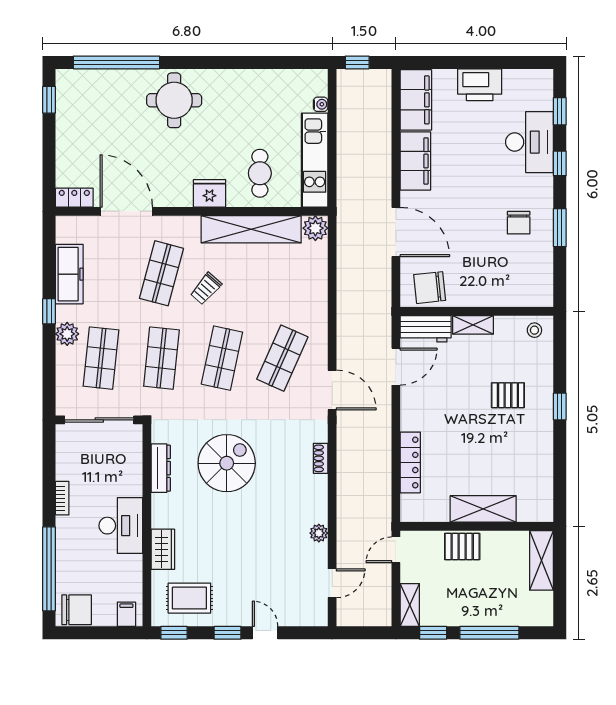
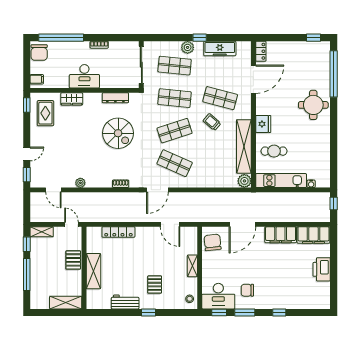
window: (560, 111) -> (219, 312), moved
desk: (529, 142) -> (218, 296), moved
workbench: (426, 329) -> (125, 302), moved, turned 90
shop shelf: (222, 358) -> (175, 131), turned -30
window: (227, 633) -> (27, 175), moved

